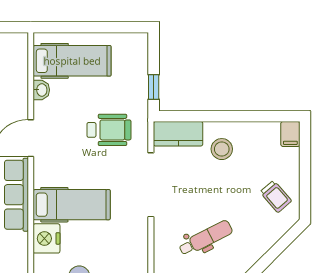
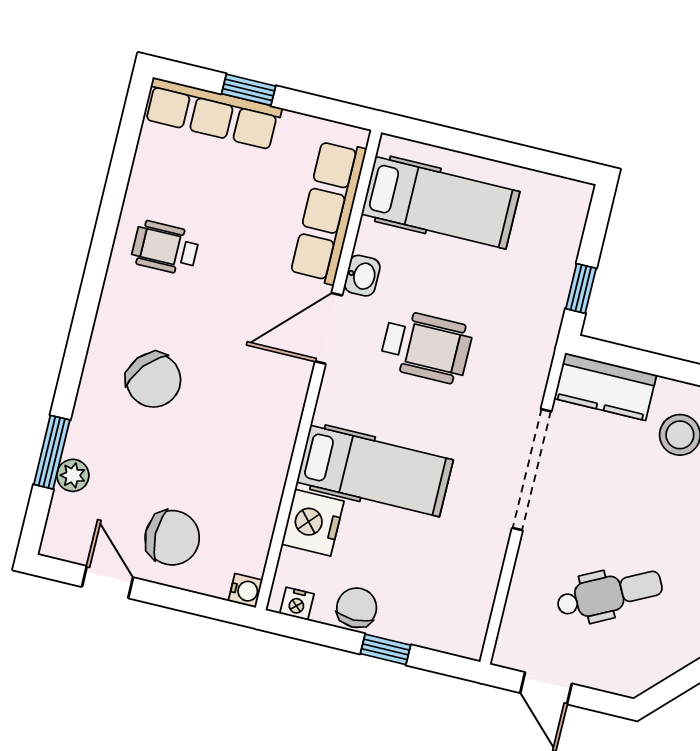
washbasin: (41, 90) -> (362, 276), moved
wheelchair: (109, 130) -> (426, 347), moved
row of seats: (16, 195) -> (328, 212), moved

